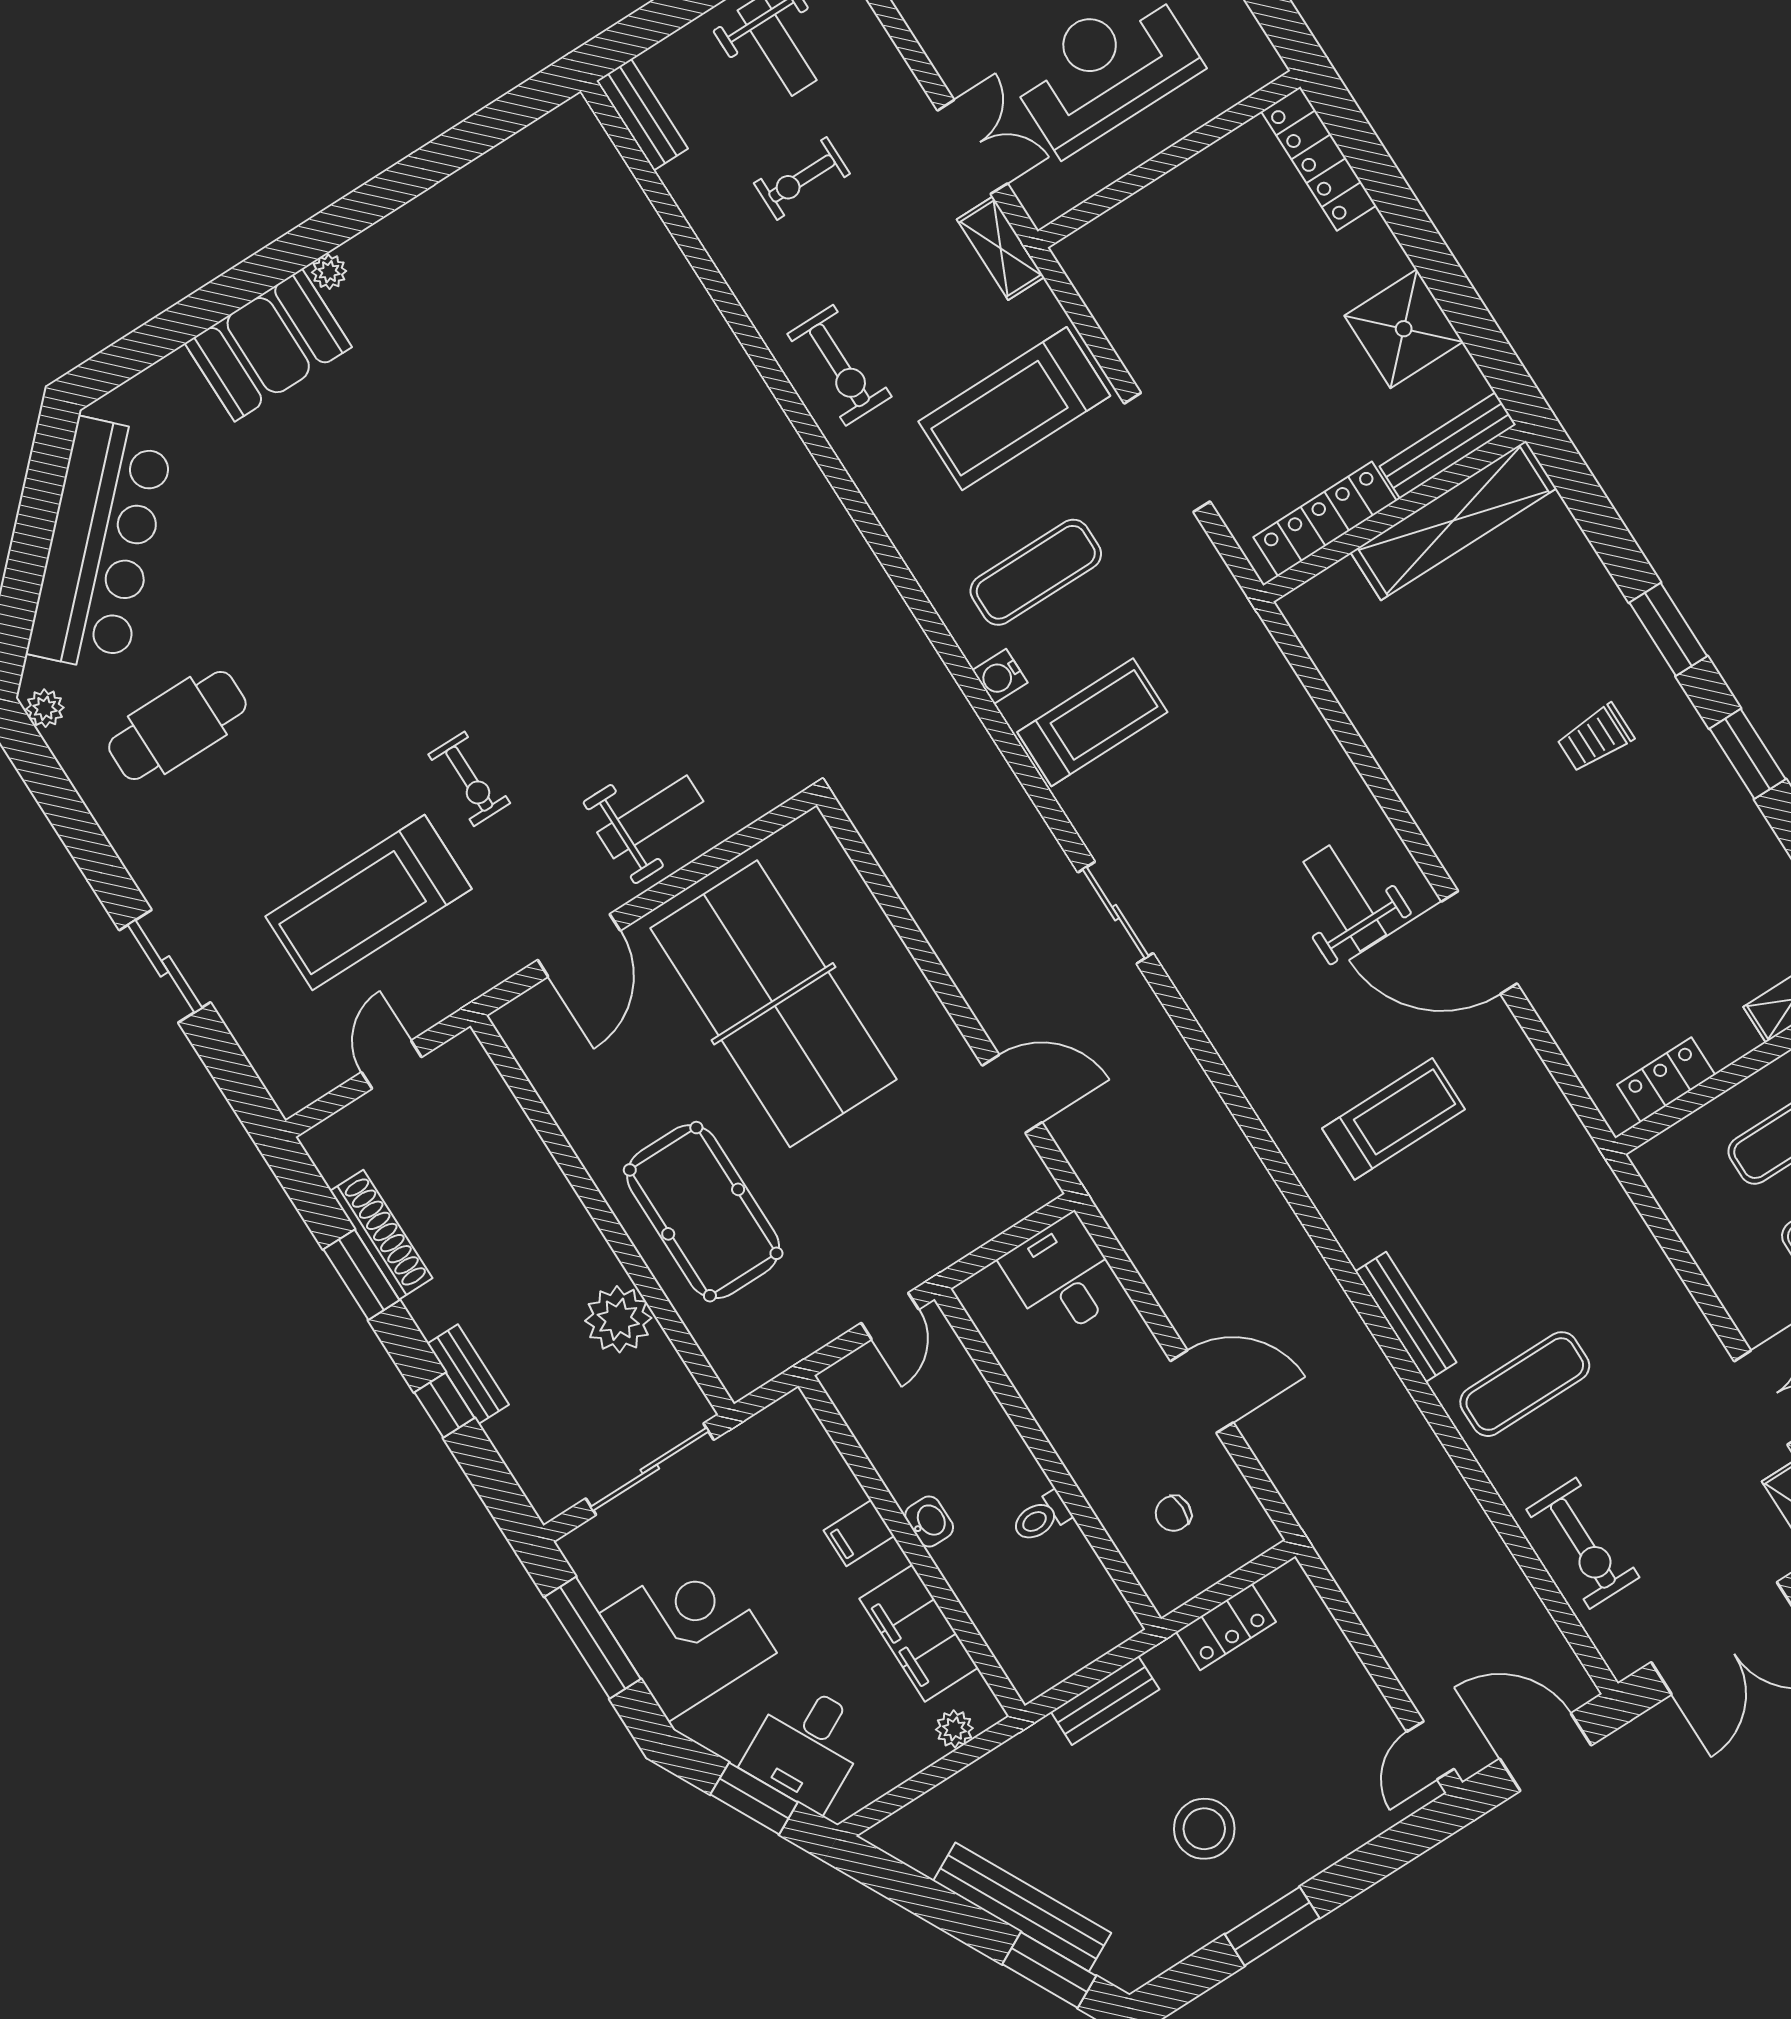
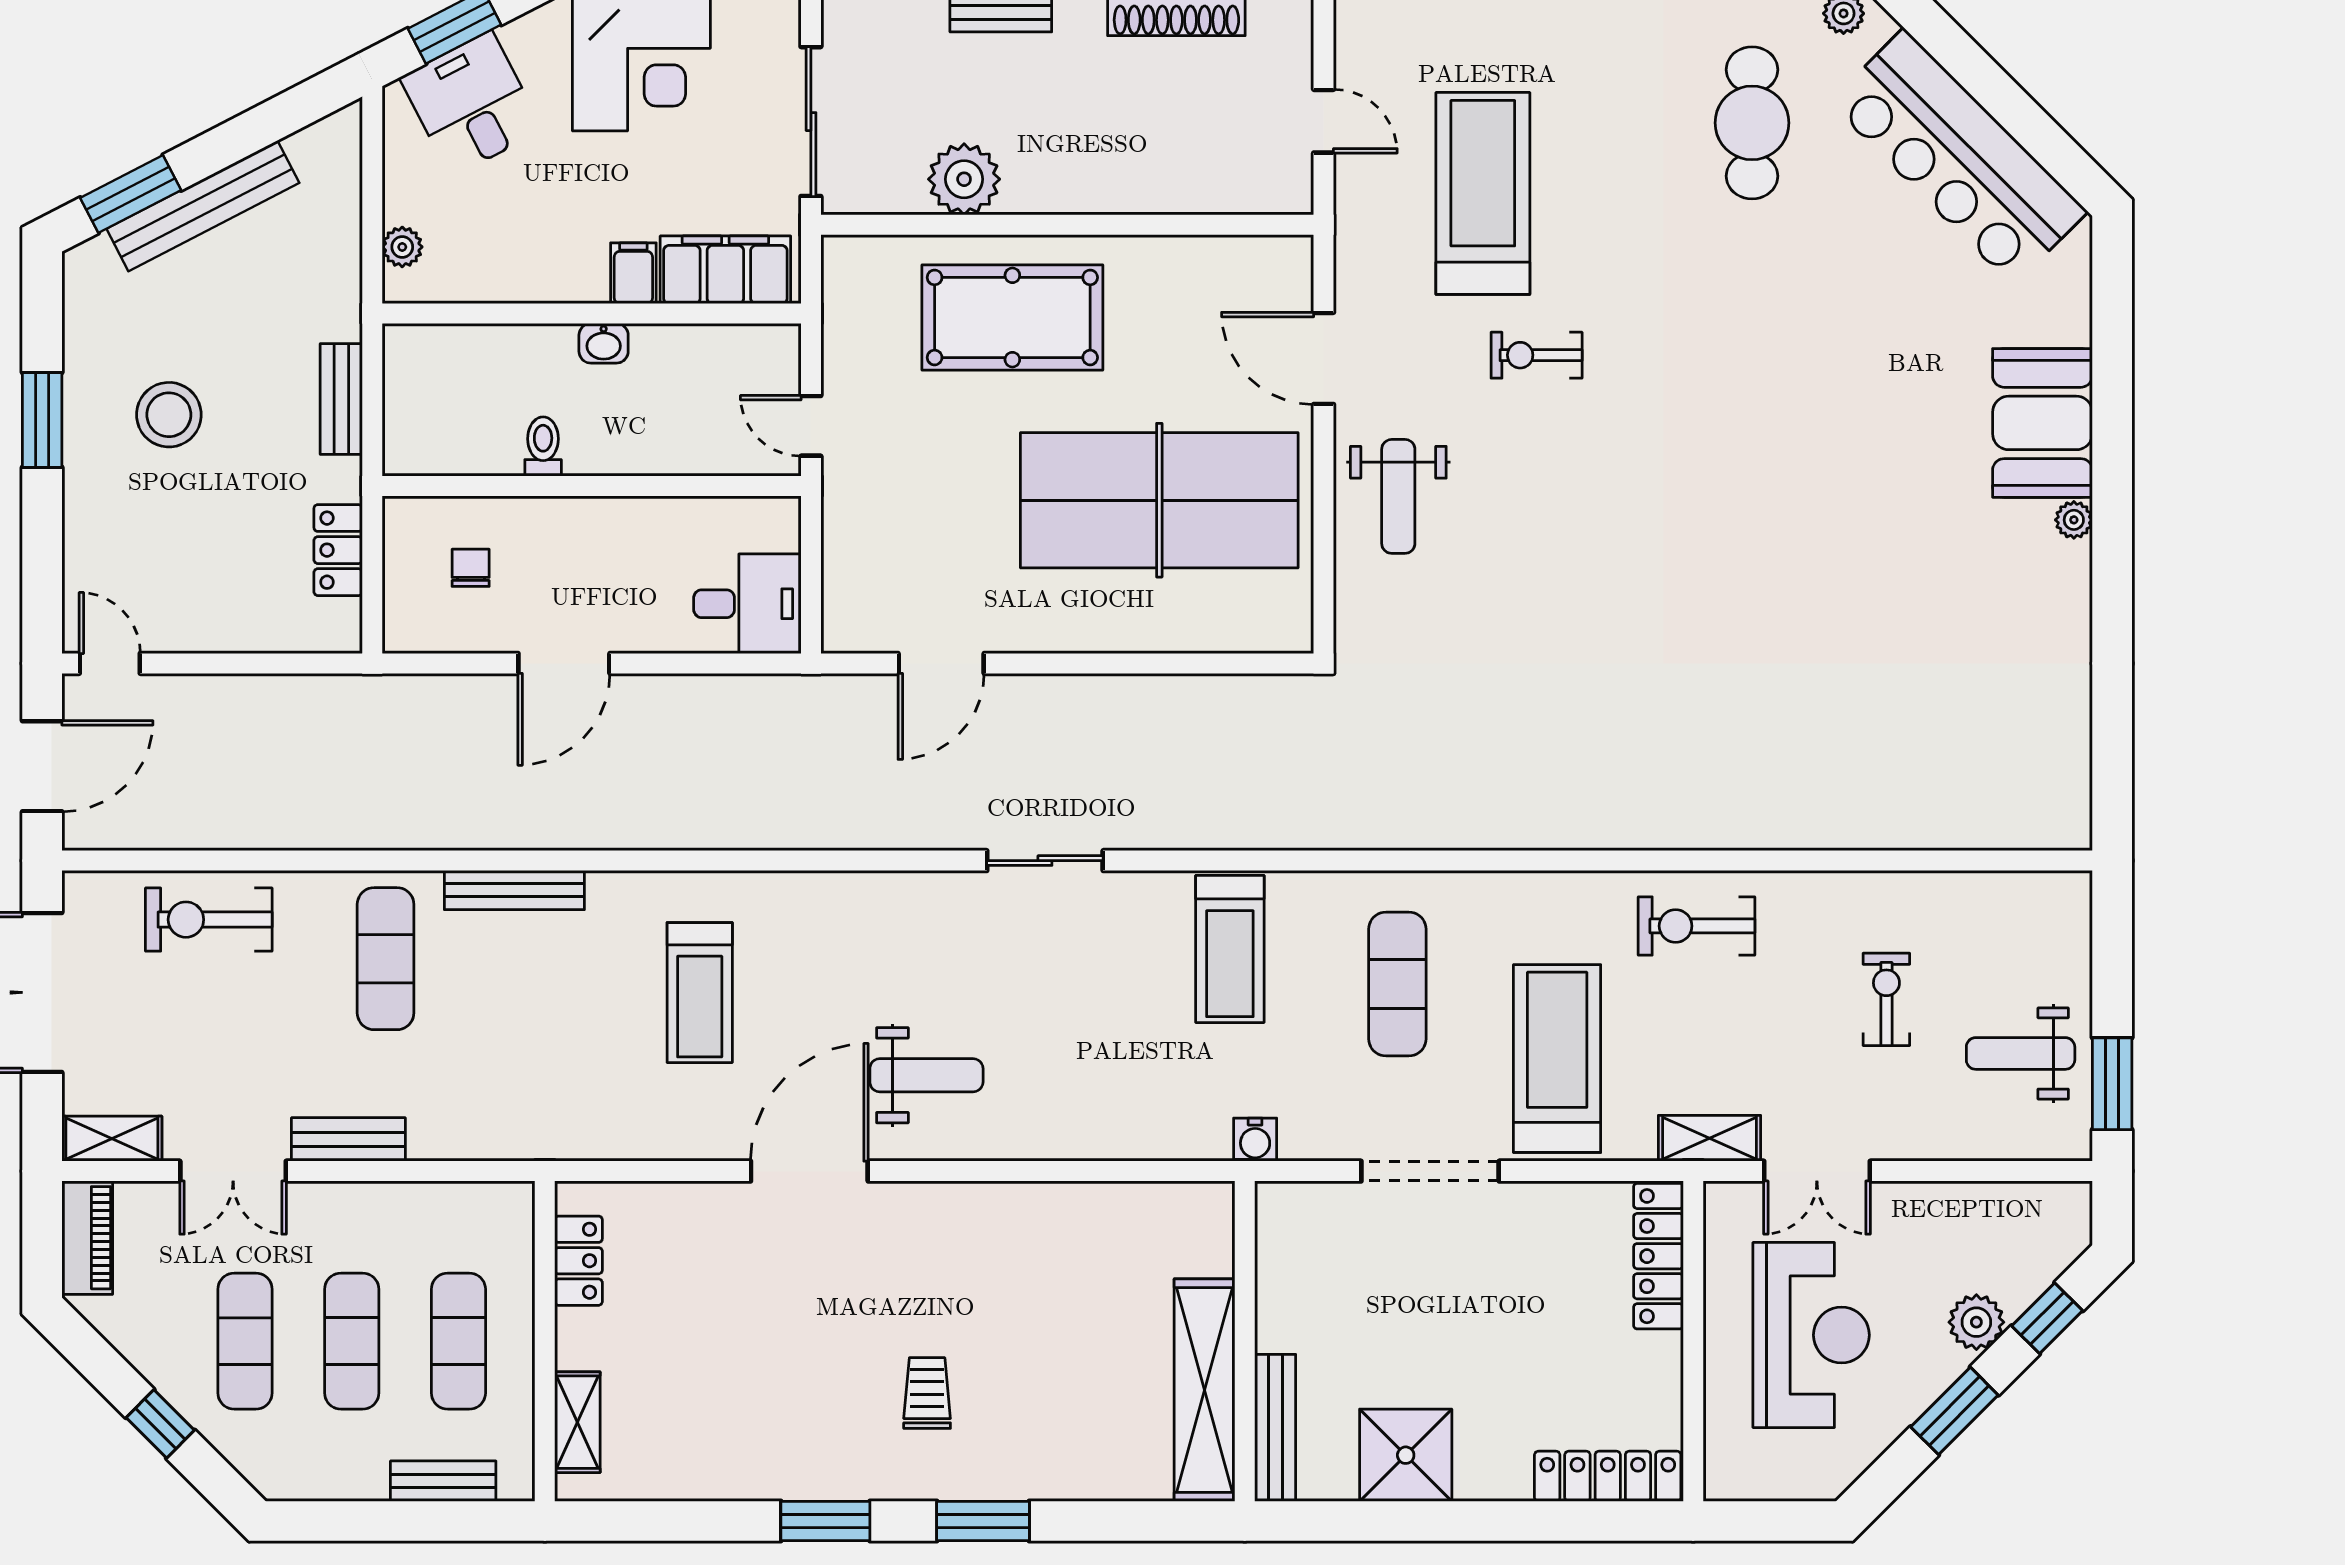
bench: (642, 115) -> (348, 1139), moved
locker: (1325, 519) -> (1658, 1256), moved, turned 180
water cooler: (1000, 676) -> (1255, 1140), moved, turned 180
filing cabinet: (919, 1633) -> (725, 270), moved

